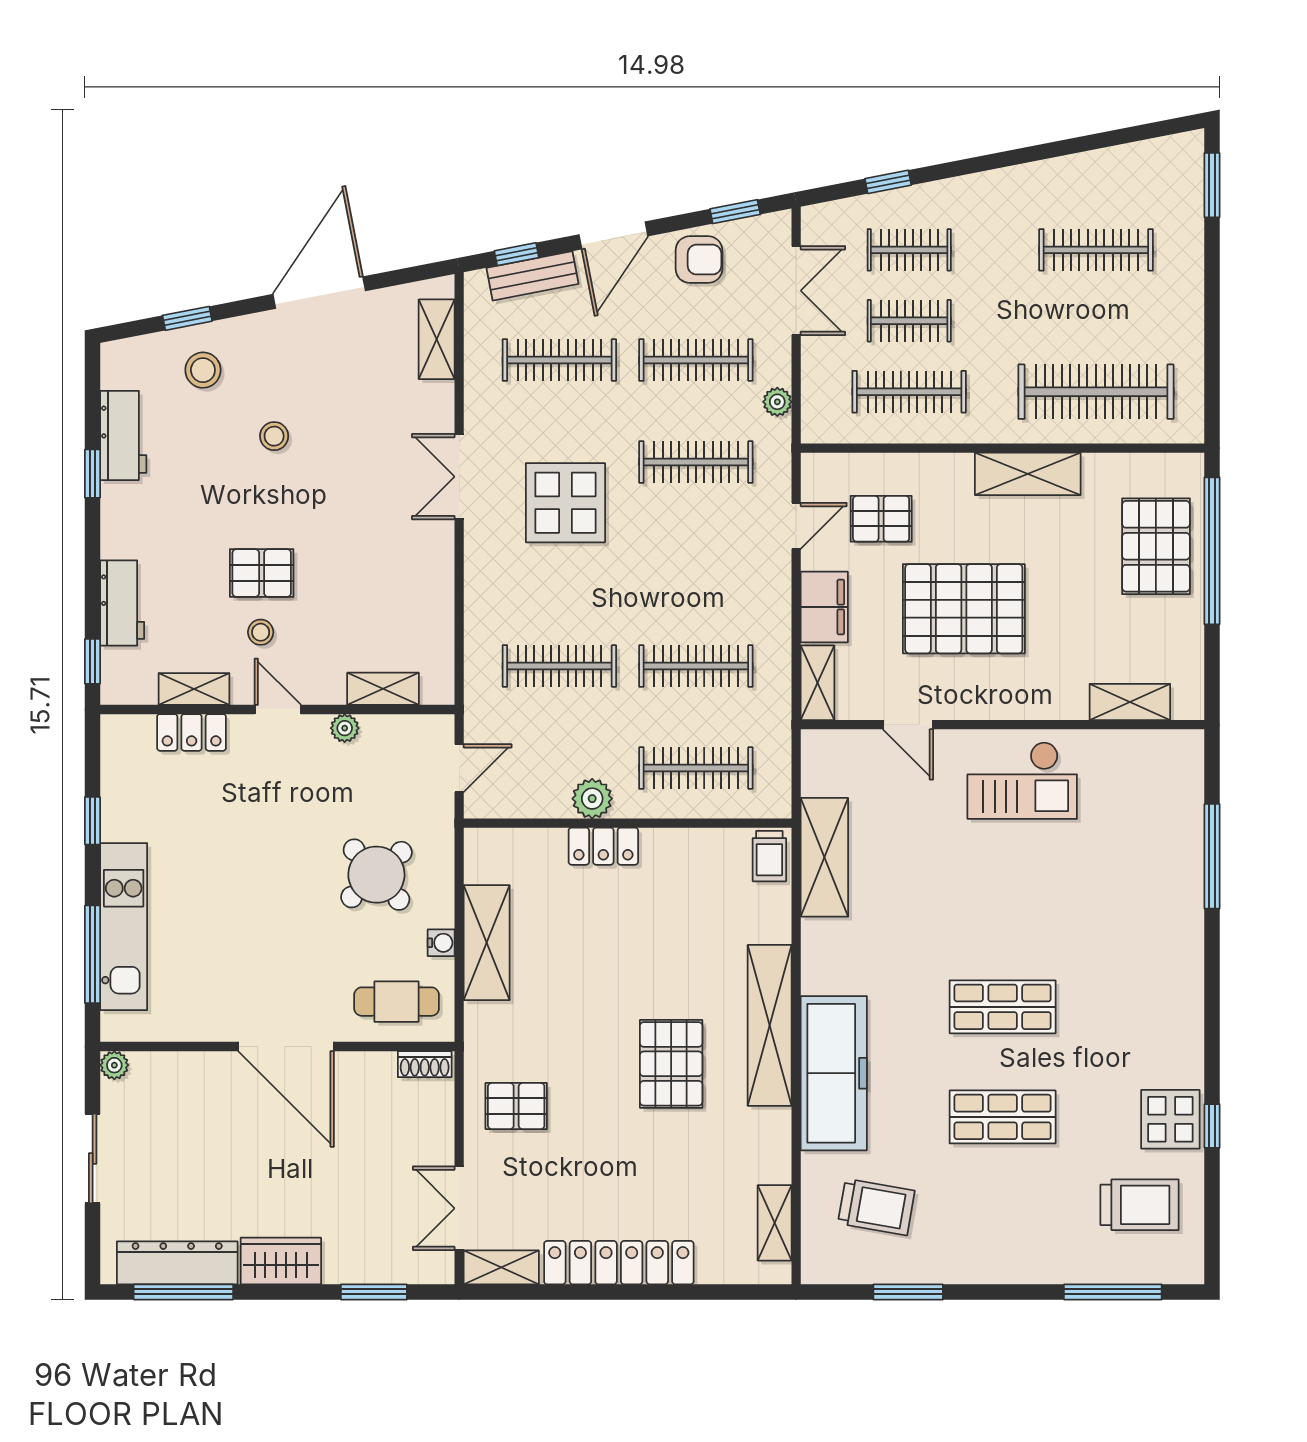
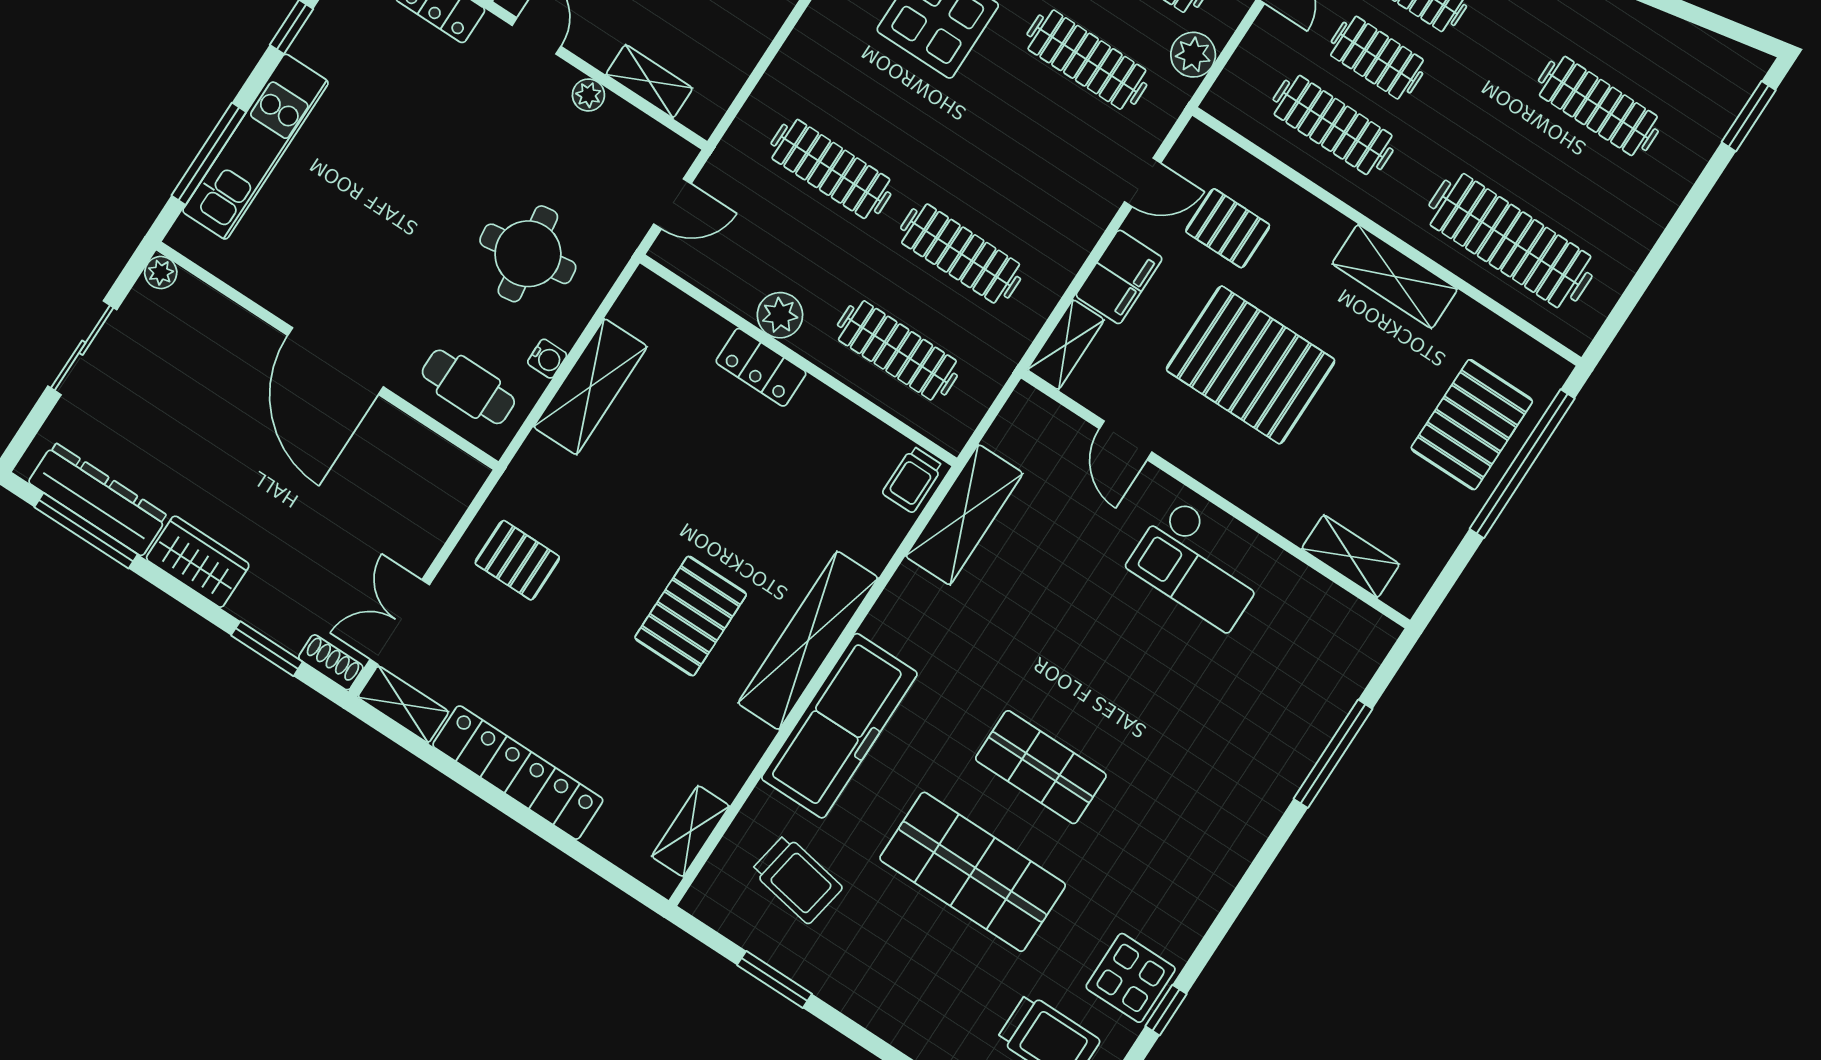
plant: (777, 402) -> (1193, 55), width x1.38, depth x1.38
round table: (376, 875) -> (528, 254), turned 34
shoe rack: (425, 1064) -> (331, 662), moved, turned 180
shop shelf: (1003, 1117) -> (973, 872), width x1.43, depth x1.36

